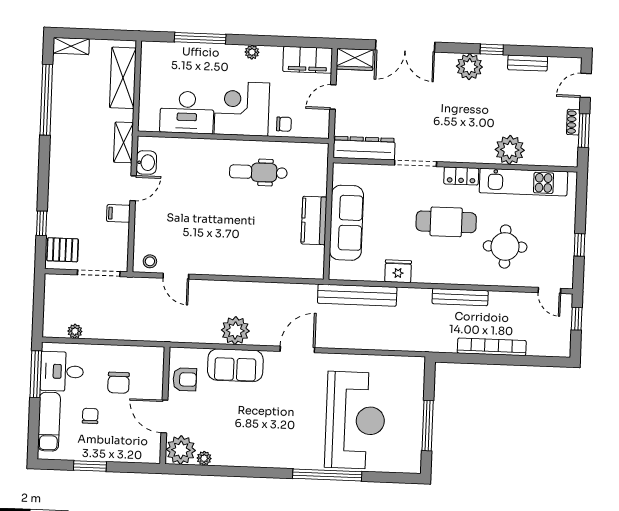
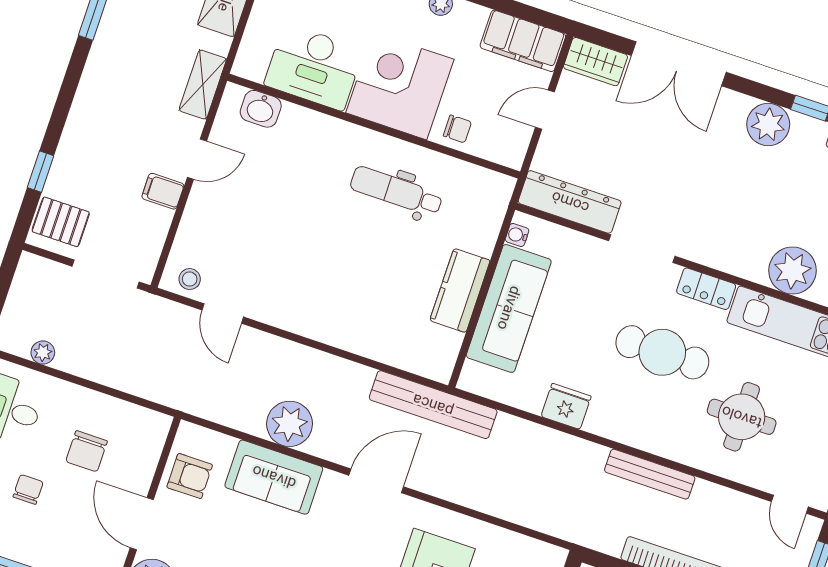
washbasin: (146, 163) -> (261, 109), moved, turned 90
water cooler: (338, 177) -> (517, 235), added
bench: (357, 295) -> (433, 405), moved

